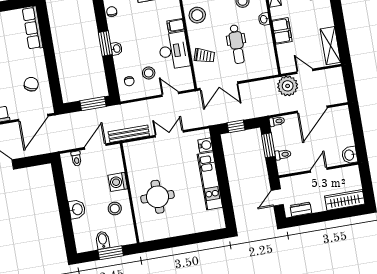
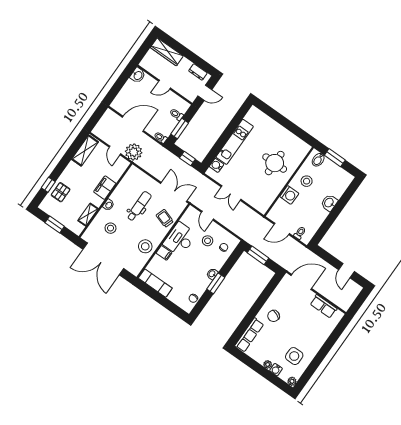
chair: (31, 84) -> (274, 316), moved
bench: (129, 134) -> (255, 217), removed
bidet: (103, 240) -> (318, 160), moved

